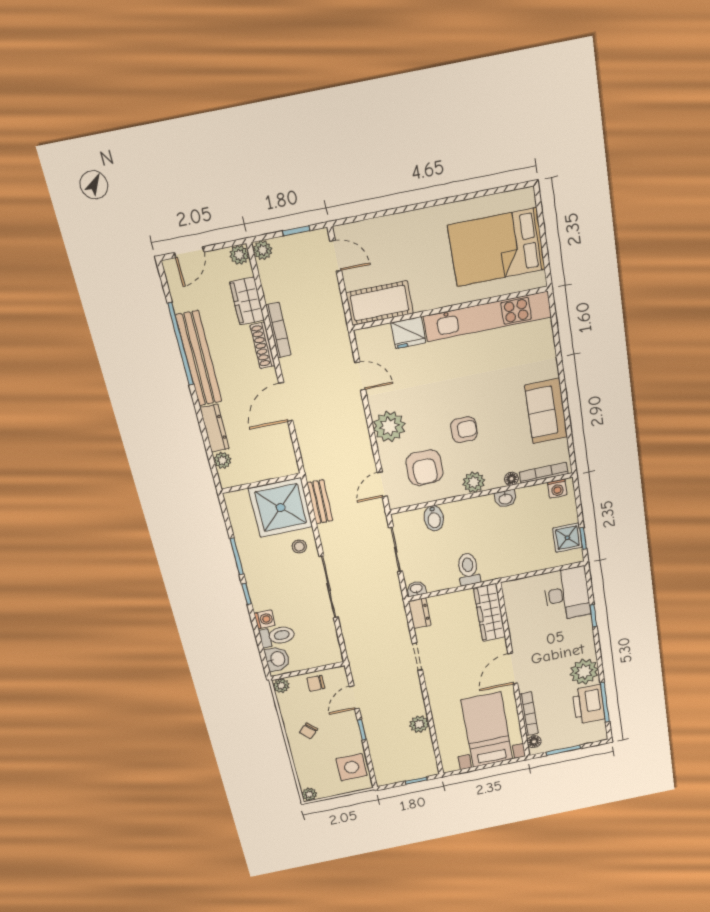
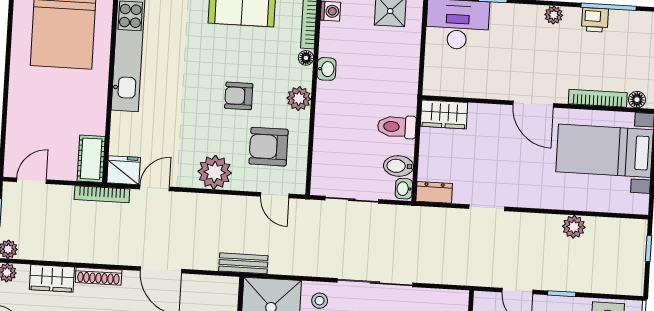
cot: (380, 303) -> (91, 159), width x0.73, depth x0.75
bookcase: (278, 330) -> (102, 194), moved, turned 180
fridge: (408, 333) -> (124, 170), moved, turned -90
armchair: (464, 430) -> (239, 96), turned -90
armchair: (424, 468) -> (269, 147), turned 180
bench: (320, 502) -> (243, 263), moved
bidet: (434, 518) -> (398, 166), moved, turned 180
wardrobe: (490, 612) -> (444, 114), width x0.67
plant: (584, 672) -> (554, 15), width x0.53, depth x0.53
printer: (589, 704) -> (595, 20), width x0.53, depth x0.68

